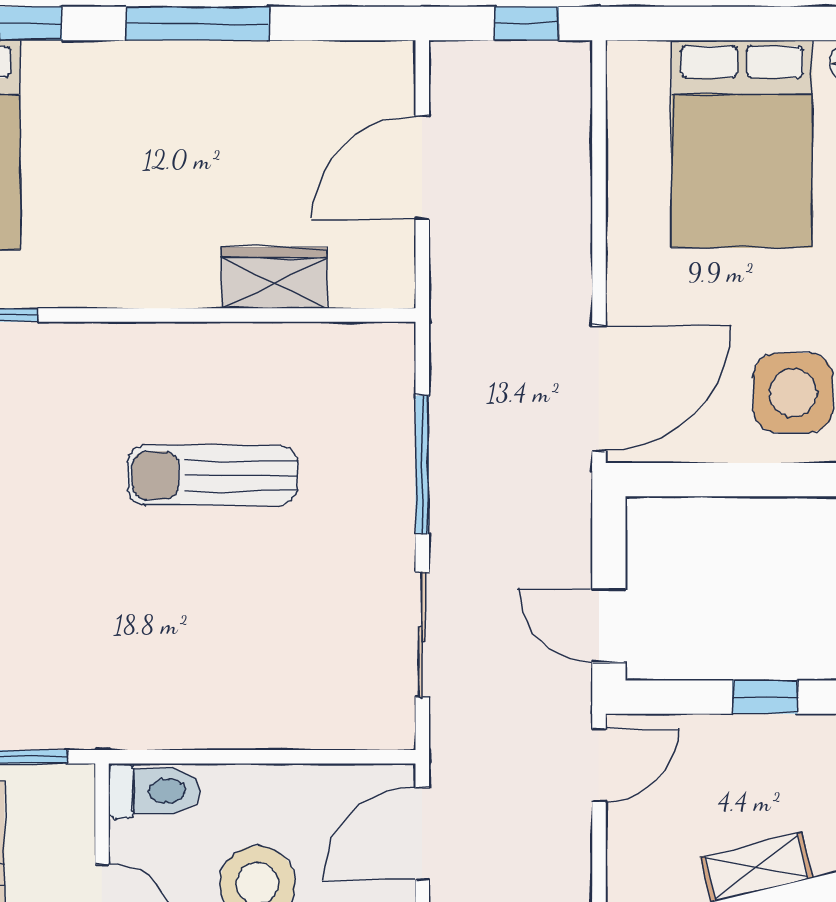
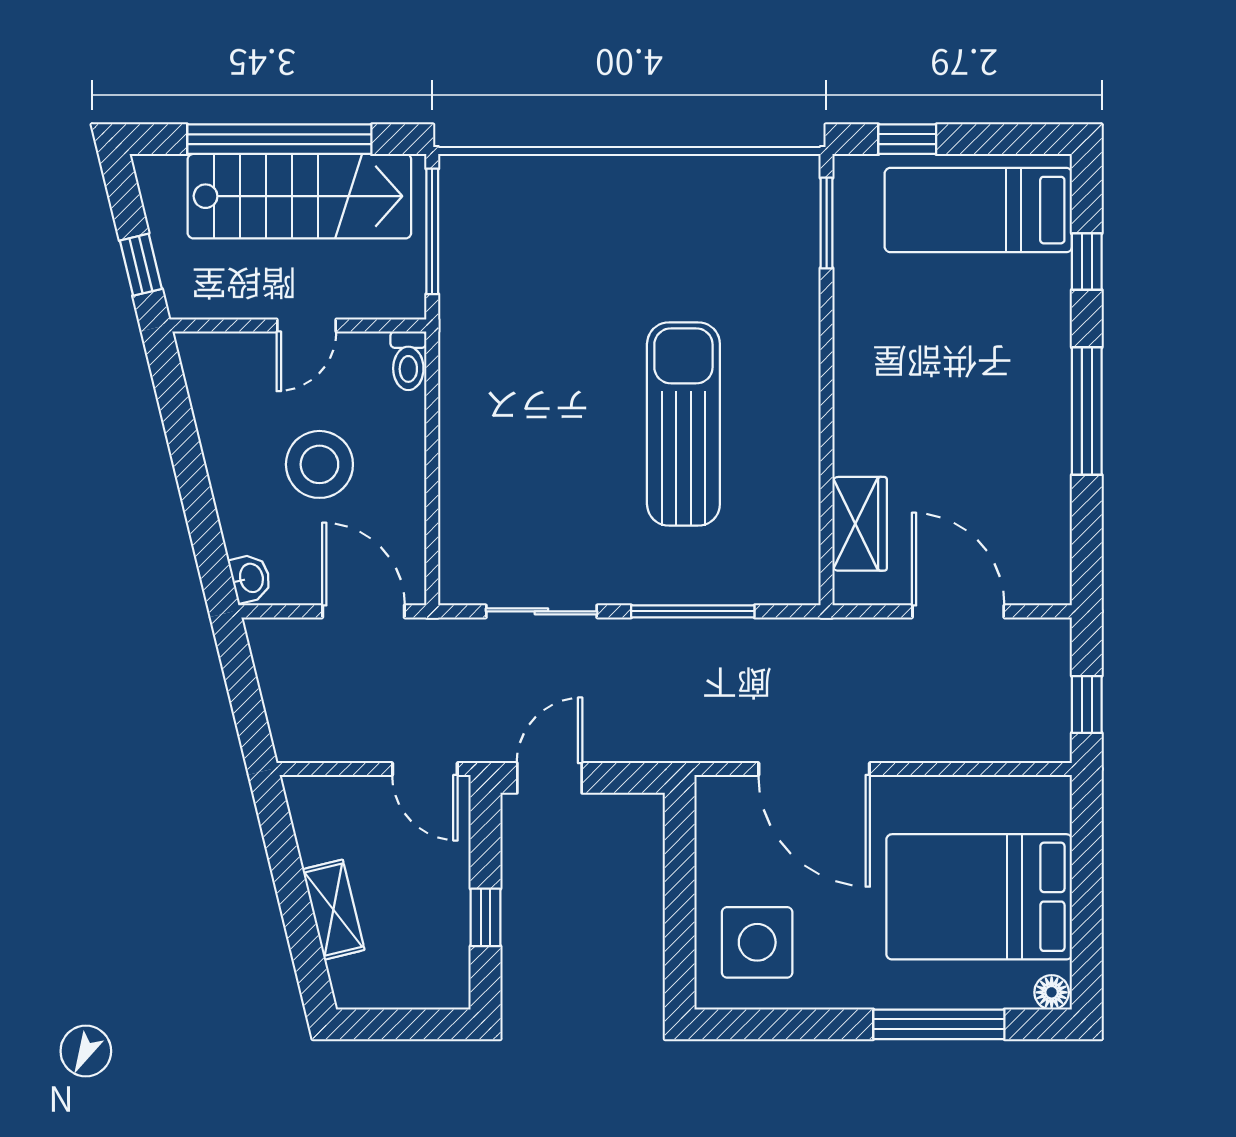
wardrobe: (274, 278) -> (860, 524), moved
door: (599, 389) -> (814, 769), moved
sun lounger: (212, 475) -> (683, 424), width x1.36, depth x1.34
toilet: (154, 791) -> (408, 361), width x0.73, depth x0.72

